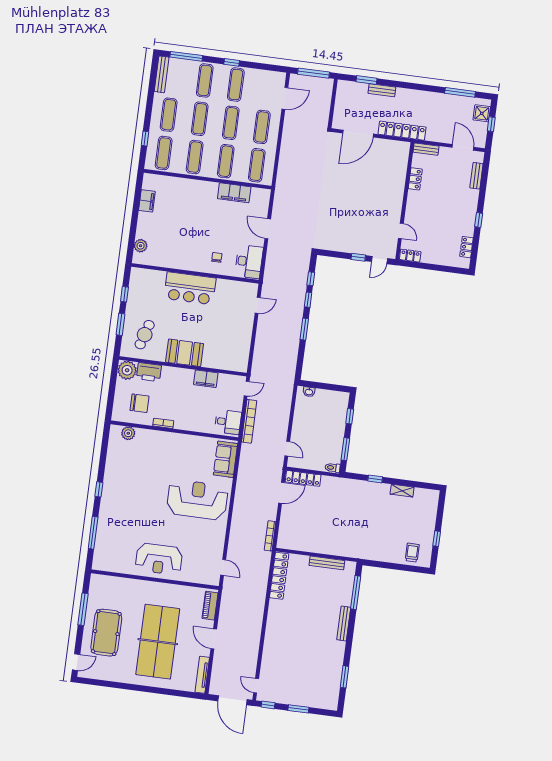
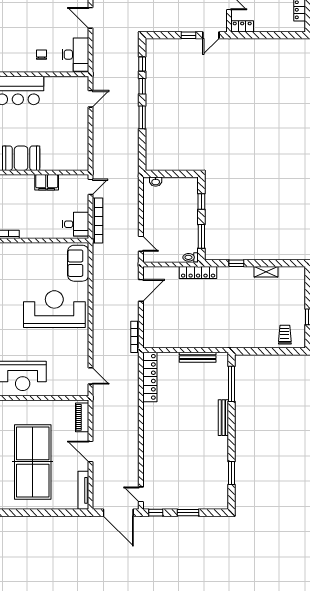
locker: (303, 478) -> (198, 273), moved

